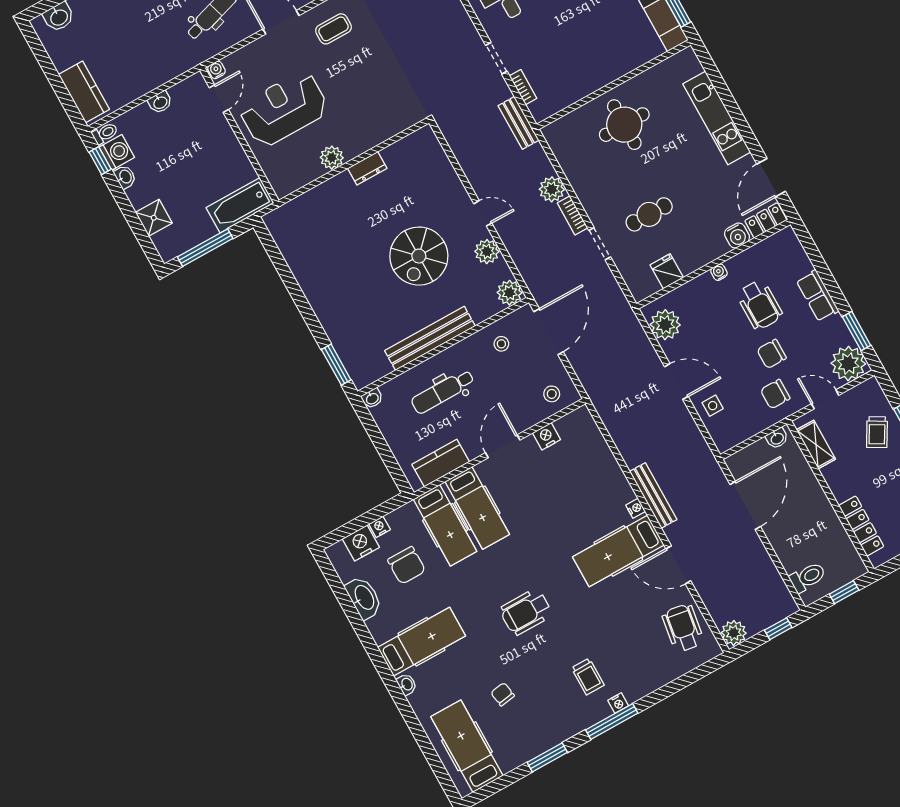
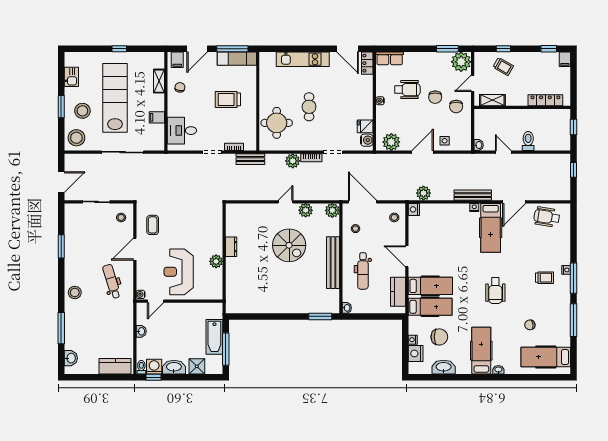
trolley: (591, 37) -> (228, 99), added
door: (219, 99) -> (156, 301), swing flipped
round table: (624, 125) -> (277, 123), moved
washbasin: (125, 177) -> (174, 367), width x1.91, depth x1.45
bathtub: (240, 205) -> (214, 337), moved
cafe table: (649, 214) -> (309, 107), moved
water cooler: (737, 235) -> (367, 140), moved
row of seats: (817, 296) -> (390, 58), moved
nightstand: (546, 436) -> (414, 209), moved
washbasin: (777, 438) -> (479, 145), moved
door: (745, 505) -> (503, 152), width x0.53
toilet: (808, 577) -> (528, 141), moved
plant: (734, 633) -> (423, 193), moved
window: (547, 757) -> (574, 320), width x1.44

